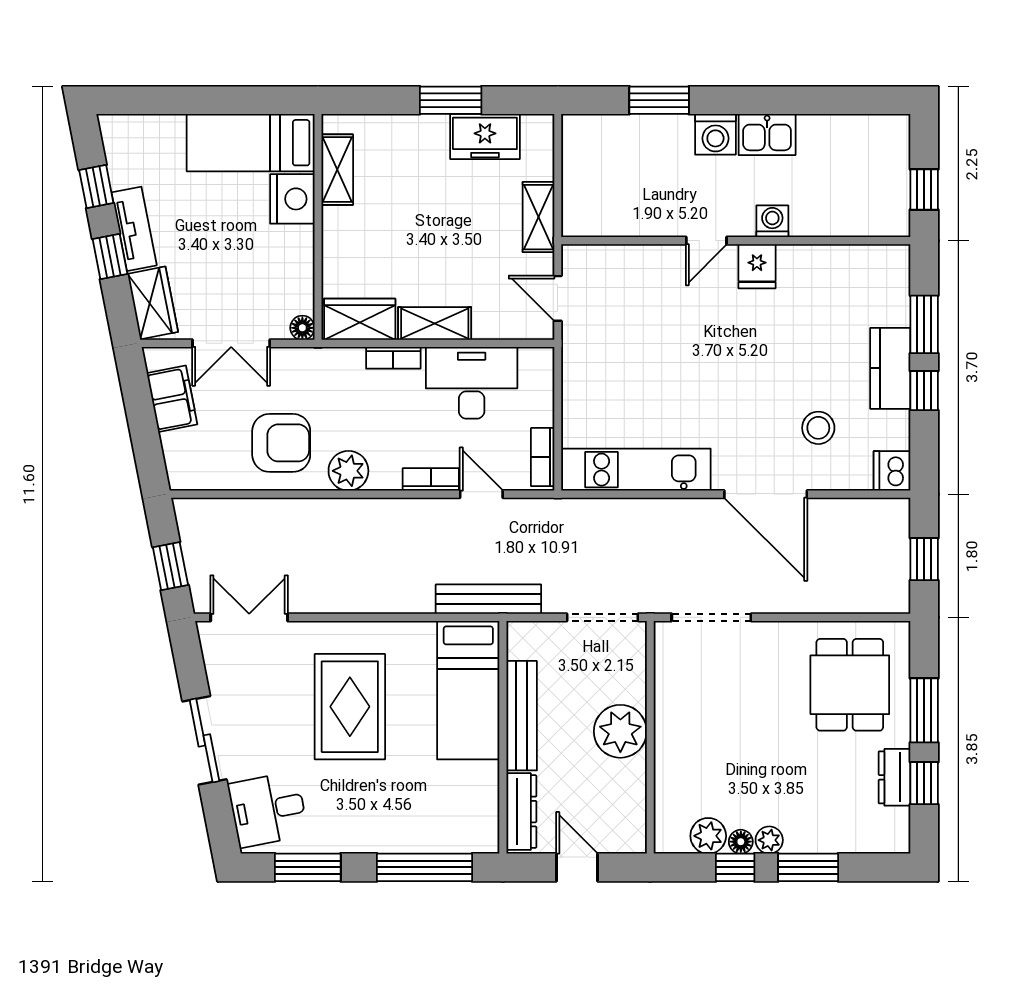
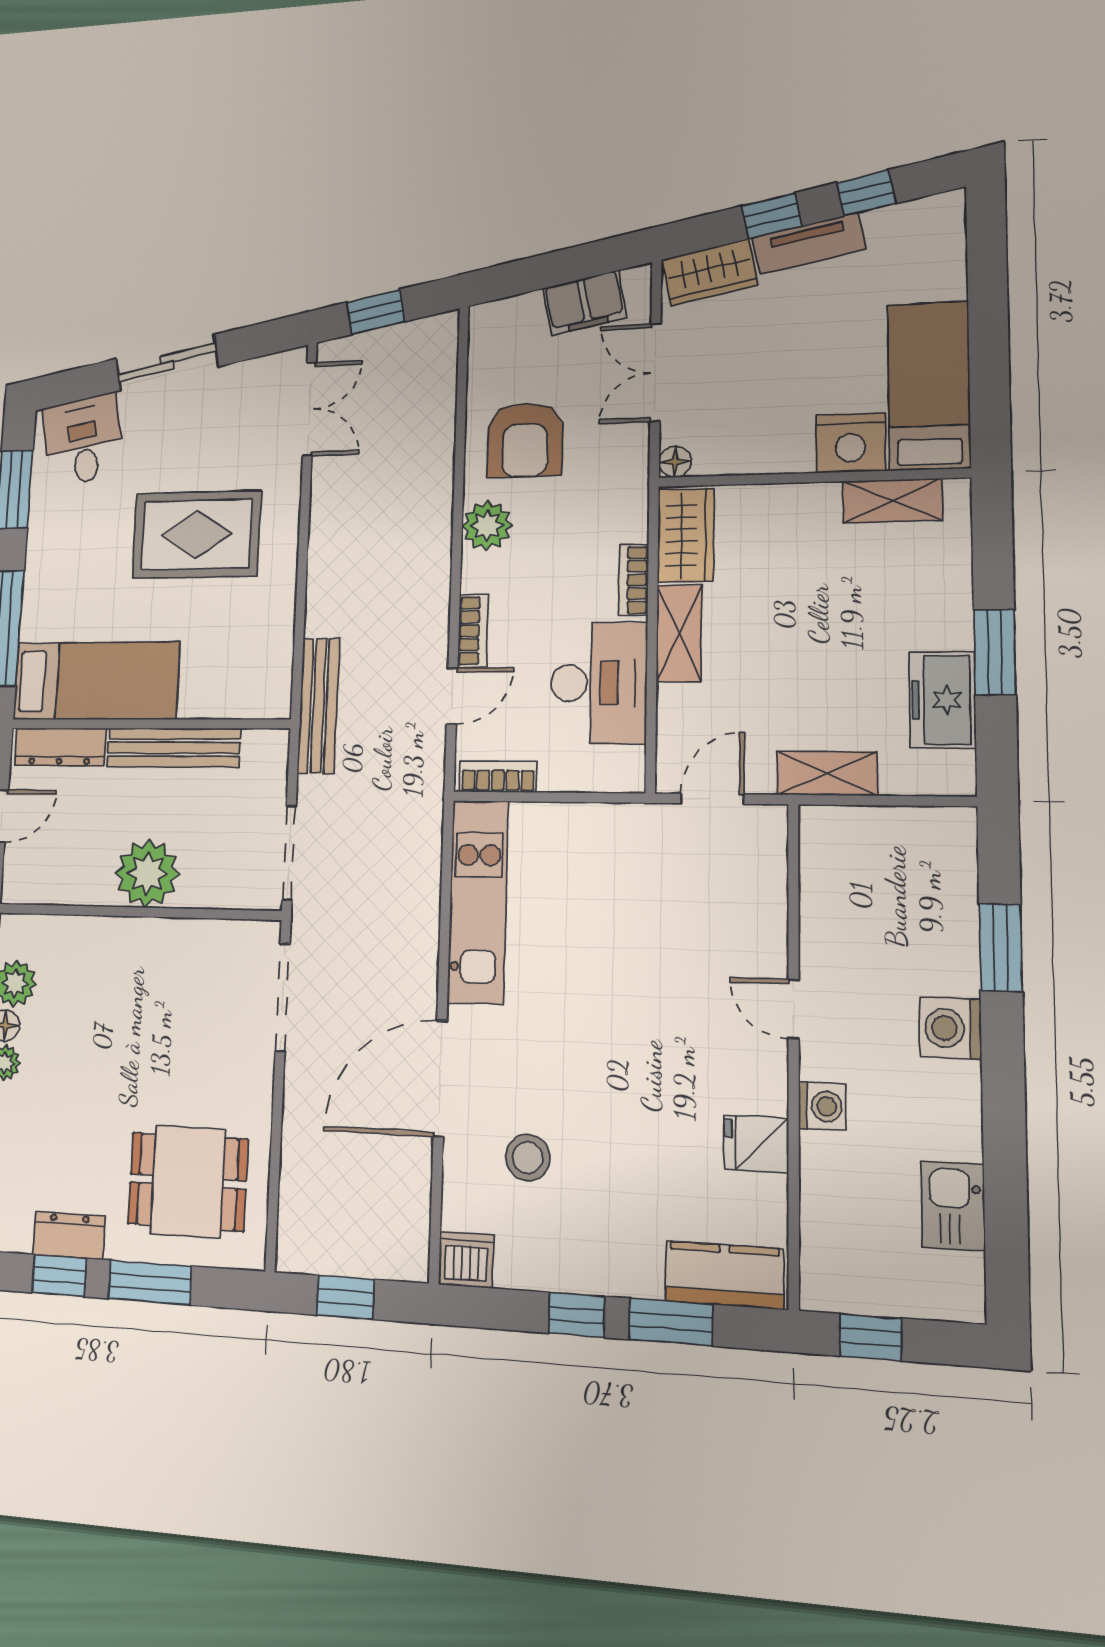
kitchen sink: (767, 135) -> (953, 1206), moved
fridge: (757, 266) -> (756, 1144), moved
kitchen counter: (890, 368) -> (724, 1275), moved
bed: (468, 690) -> (96, 681), moved, turned 180

